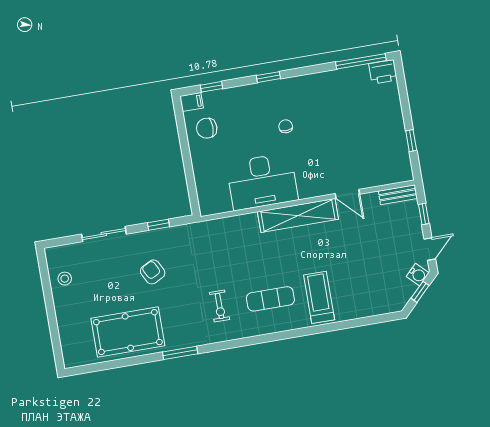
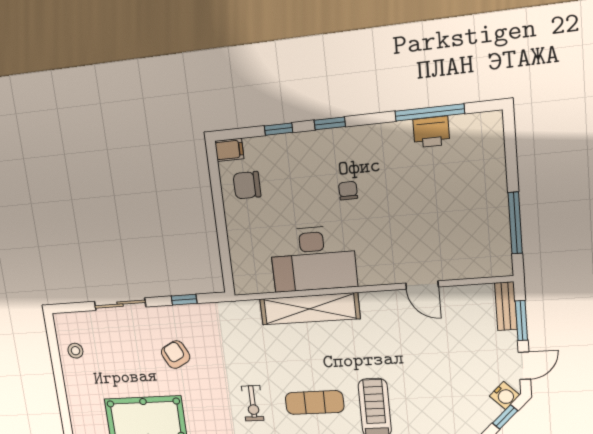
window: (361, 61) -> (430, 112), moved
printer: (383, 72) -> (431, 132), moved
window: (212, 87) -> (279, 129), moved
window: (411, 141) -> (515, 223), width x2.17
bench: (398, 195) -> (506, 306), moved, turned 90
window: (424, 214) -> (521, 321), width x1.50
shelving: (298, 215) -> (310, 309), moved

